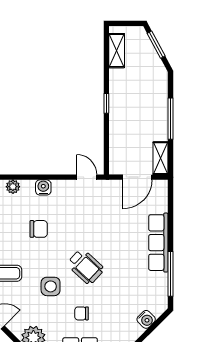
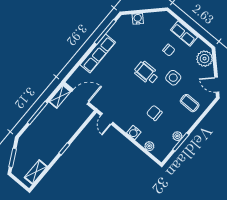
wheelchair: (85, 267) -> (146, 73), turned -43

